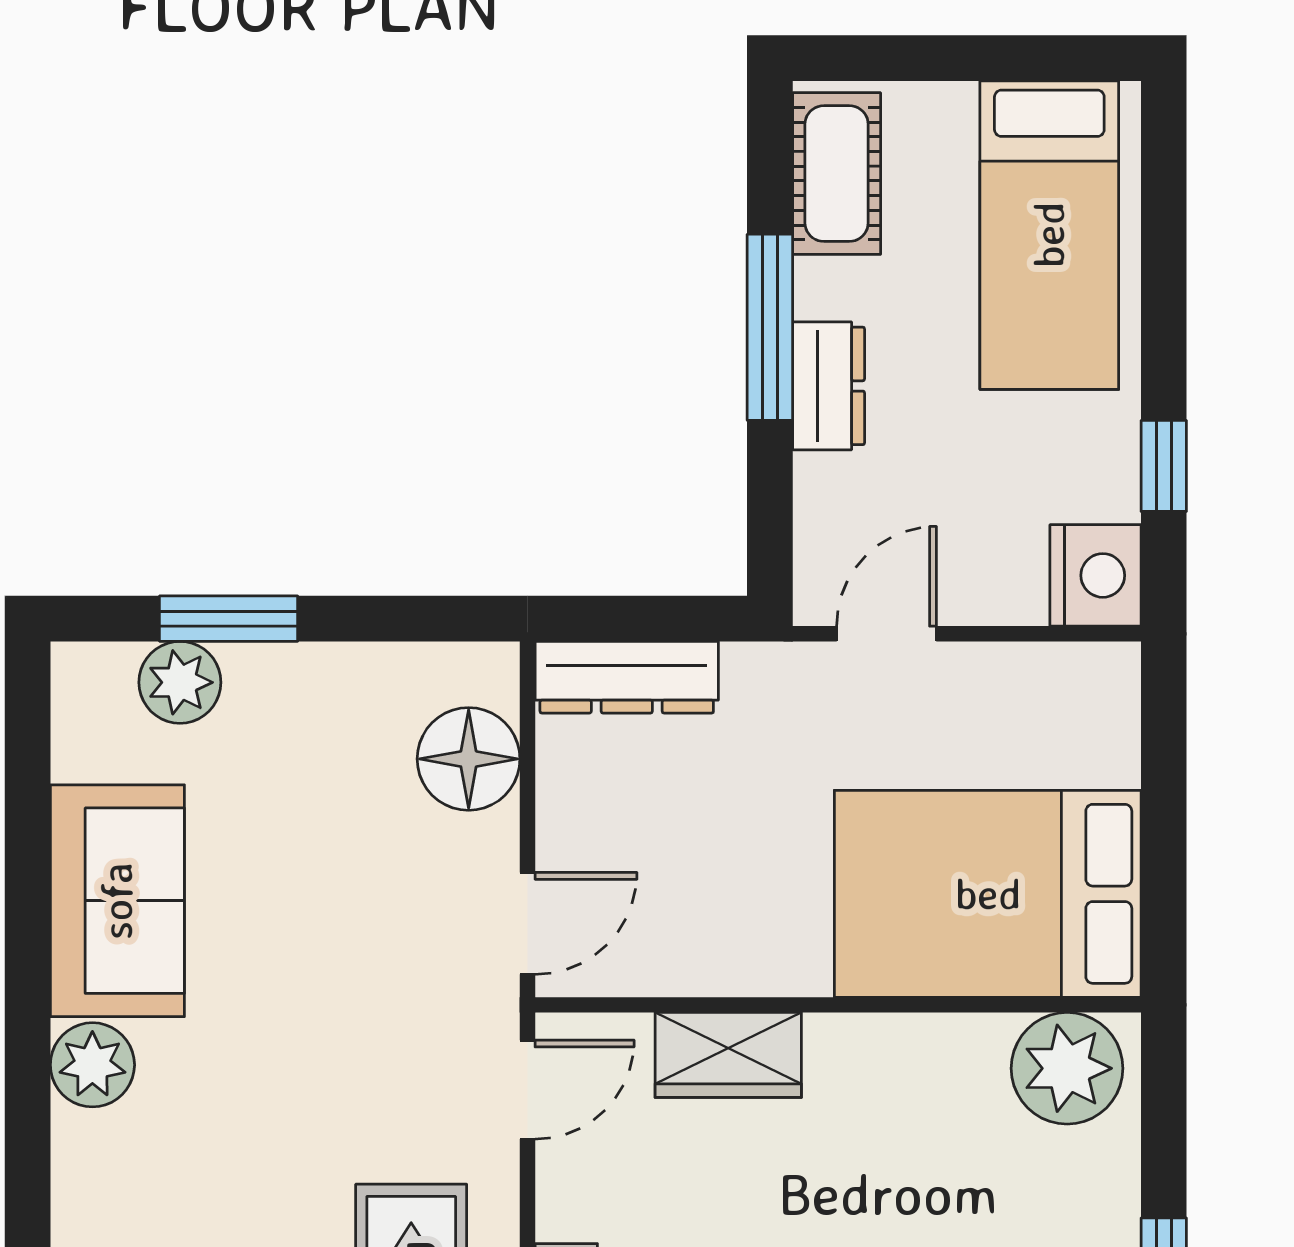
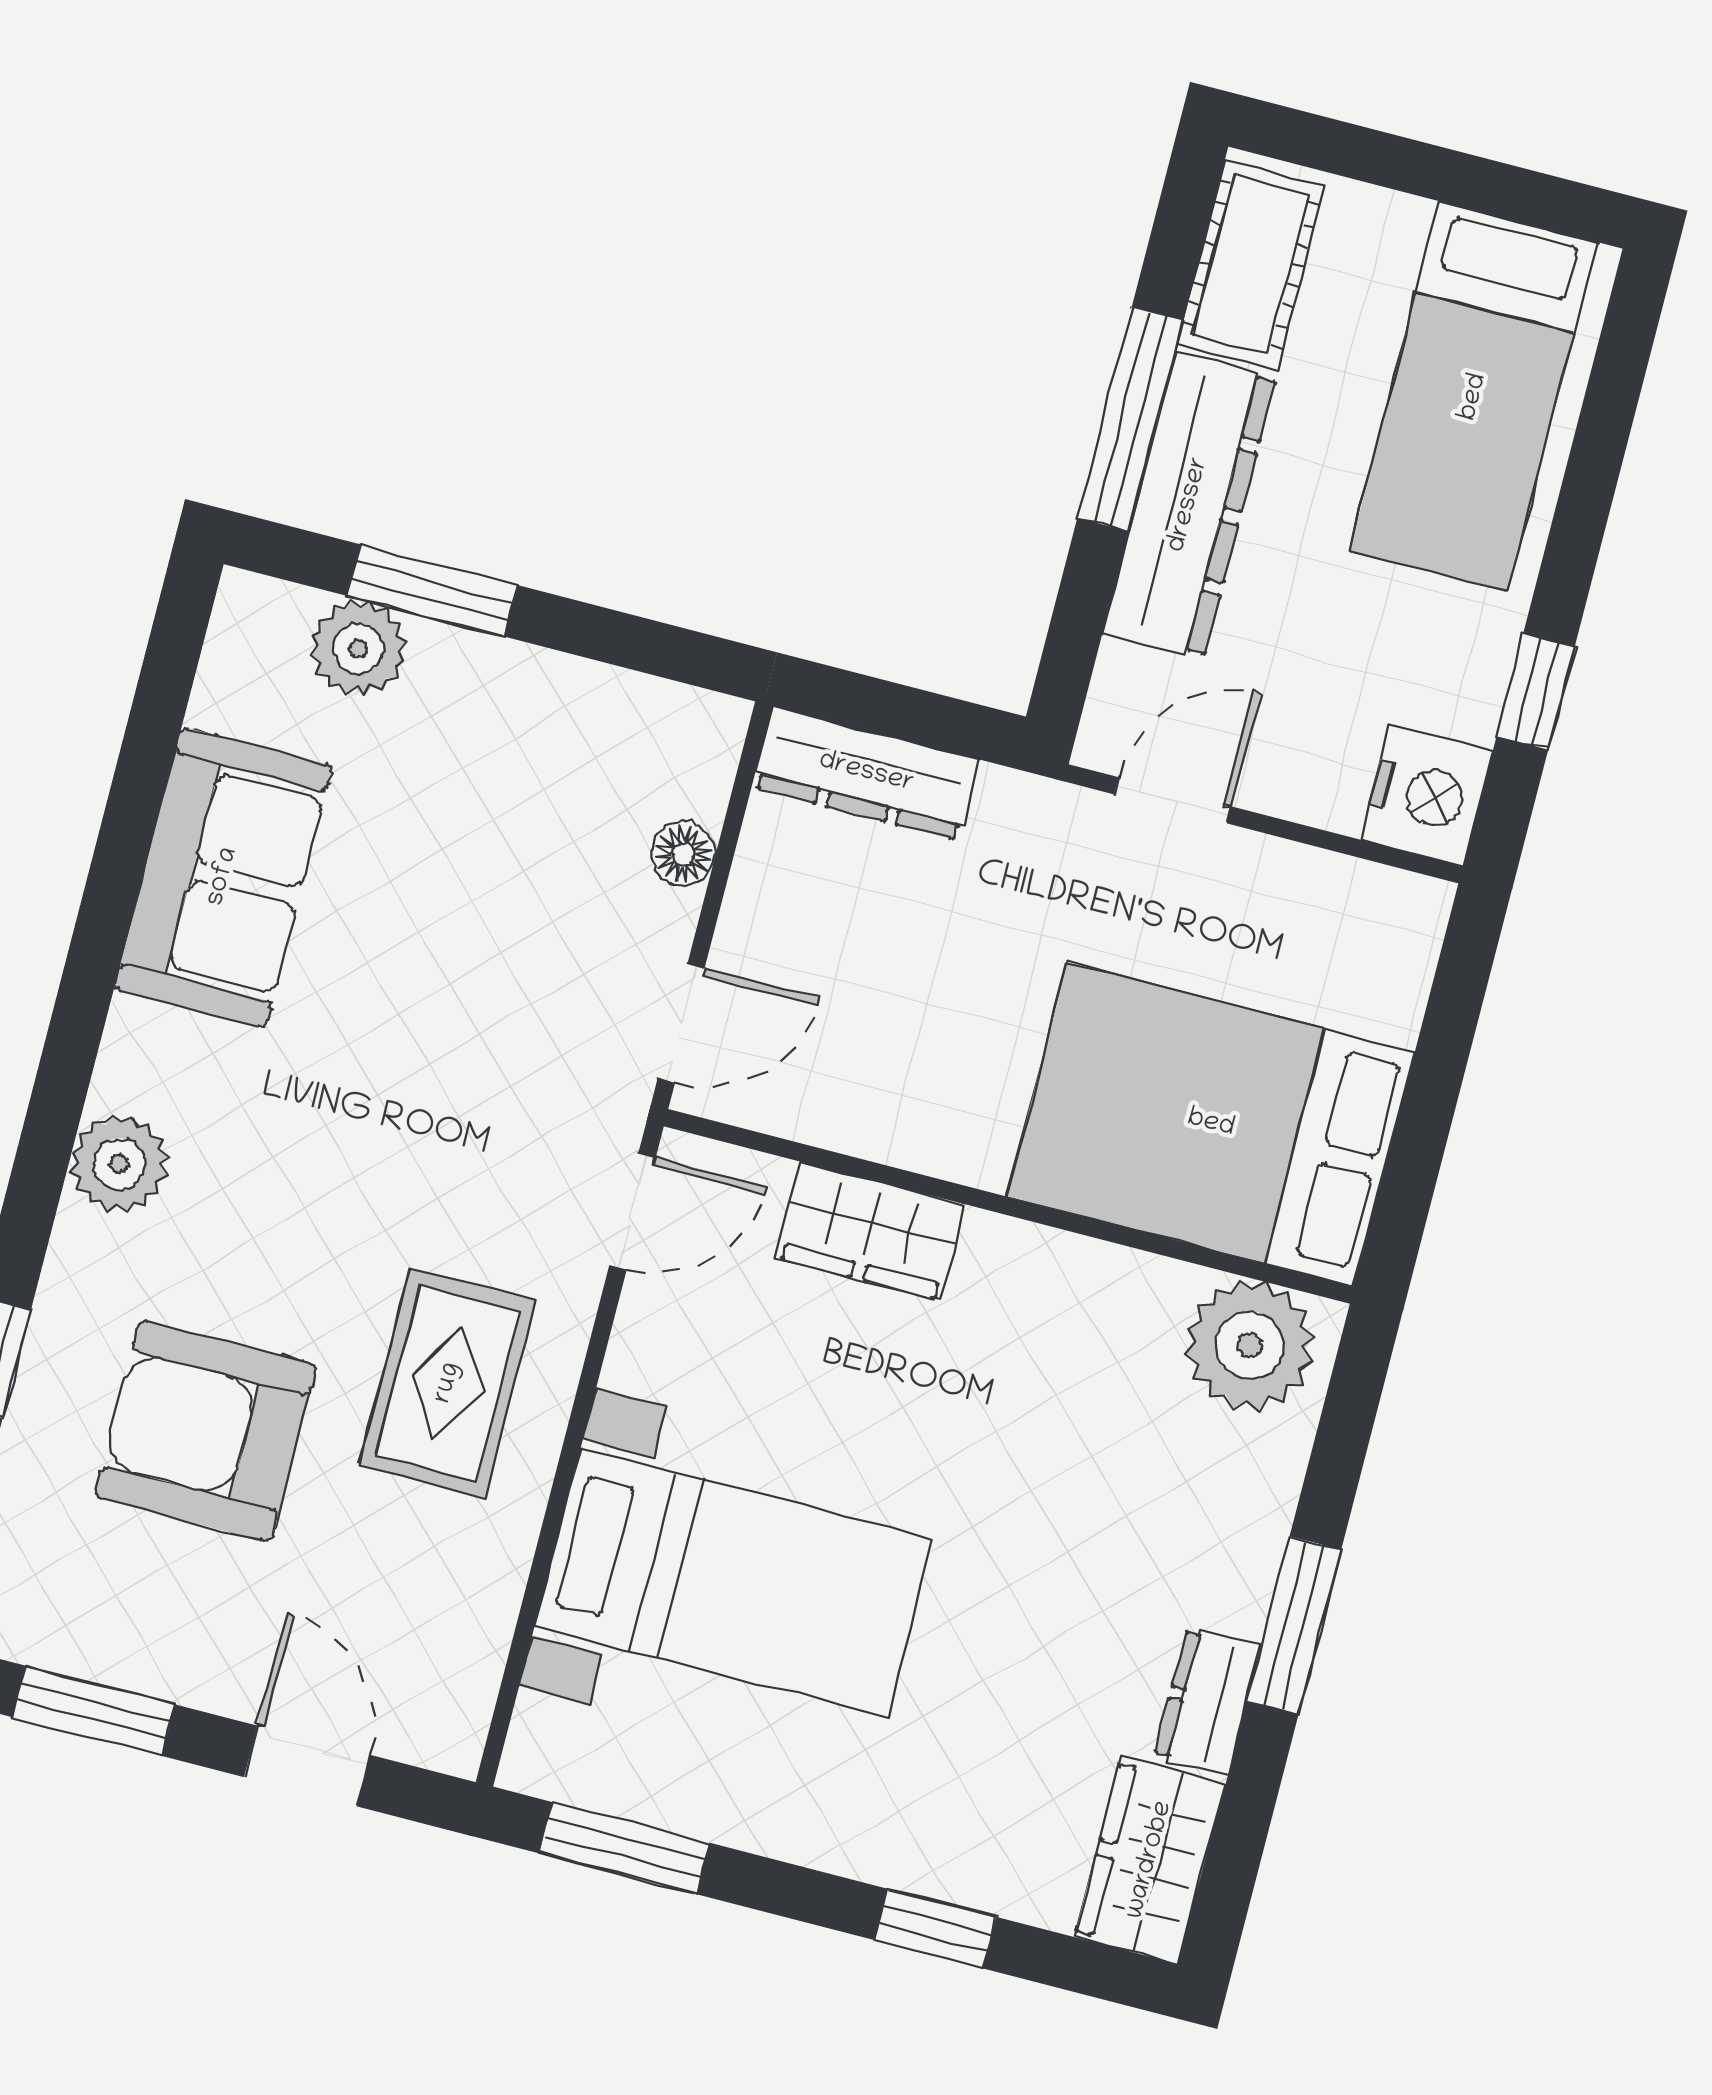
dresser: (829, 386) -> (1189, 505), width x1.96, depth x1.24
floor lamp: (469, 759) -> (683, 854), width x0.53, depth x0.53
plant: (92, 1065) -> (119, 1164), moved

